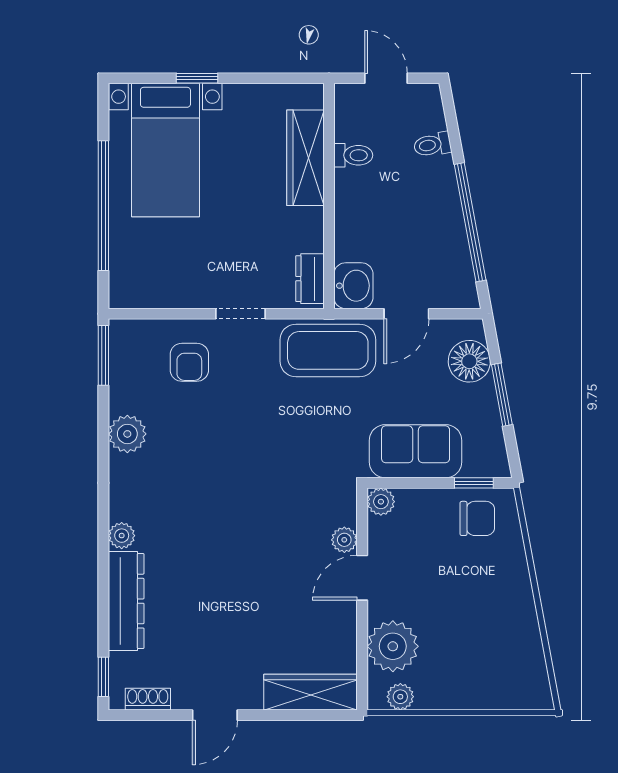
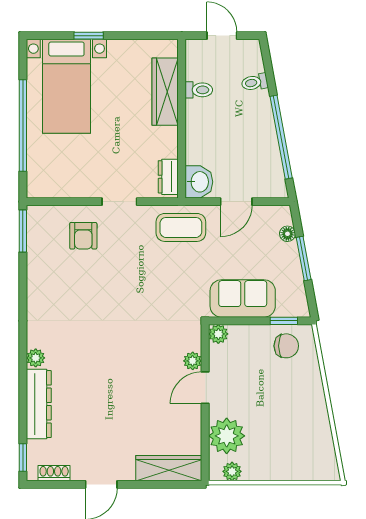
coffee table: (328, 350) -> (181, 227), width x0.73, depth x0.76
floor lamp: (469, 361) -> (287, 234), width x0.53, depth x0.53
plant: (127, 434) -> (40, 286), removed

